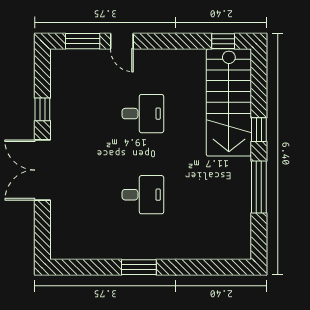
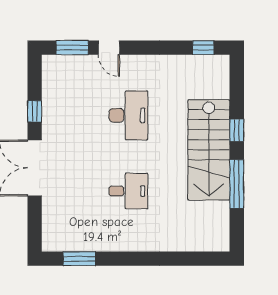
stairs: (229, 102) -> (209, 150), moved
desk: (143, 114) -> (128, 115), width x1.37
window: (139, 267) -> (79, 259), moved

